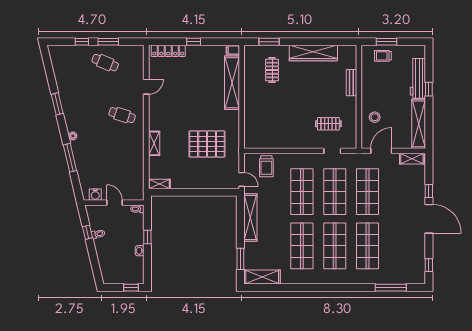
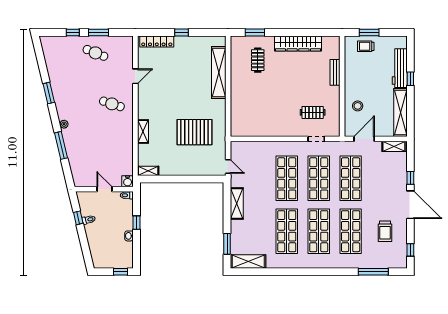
filing cabinet: (233, 50) -> (220, 41), removed
trolley: (266, 166) -> (385, 231), moved
water cooler: (95, 195) -> (128, 181), moved
shelving: (250, 217) -> (237, 204), width x0.68

